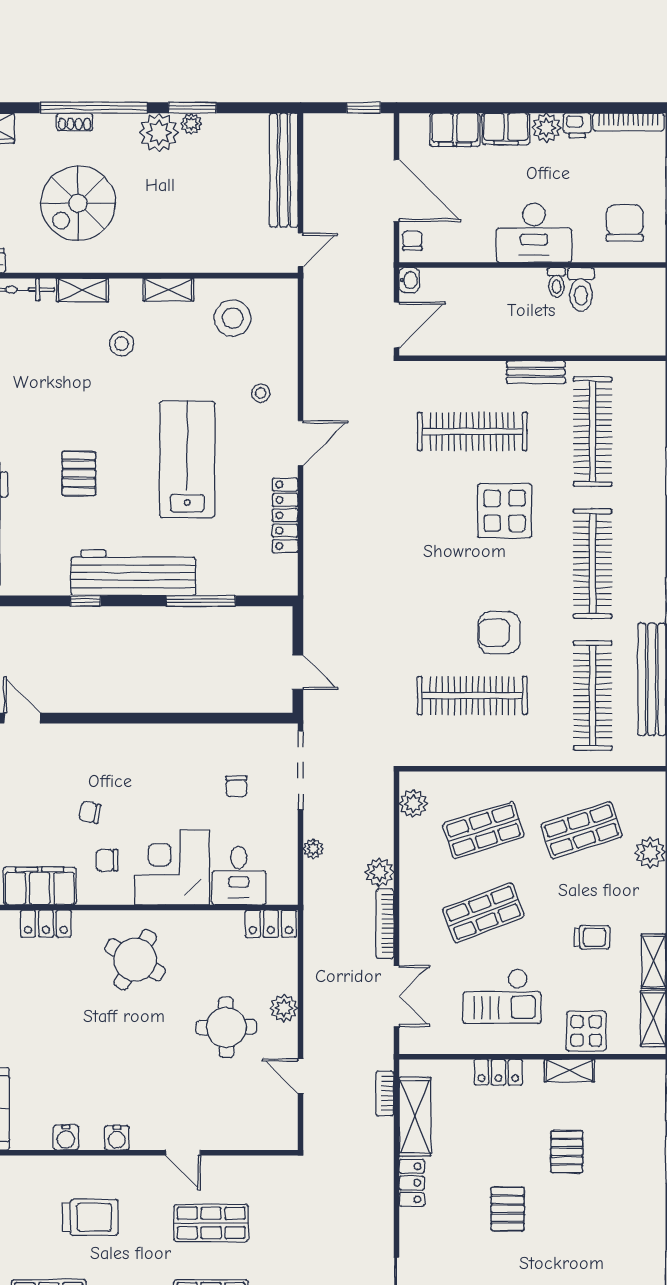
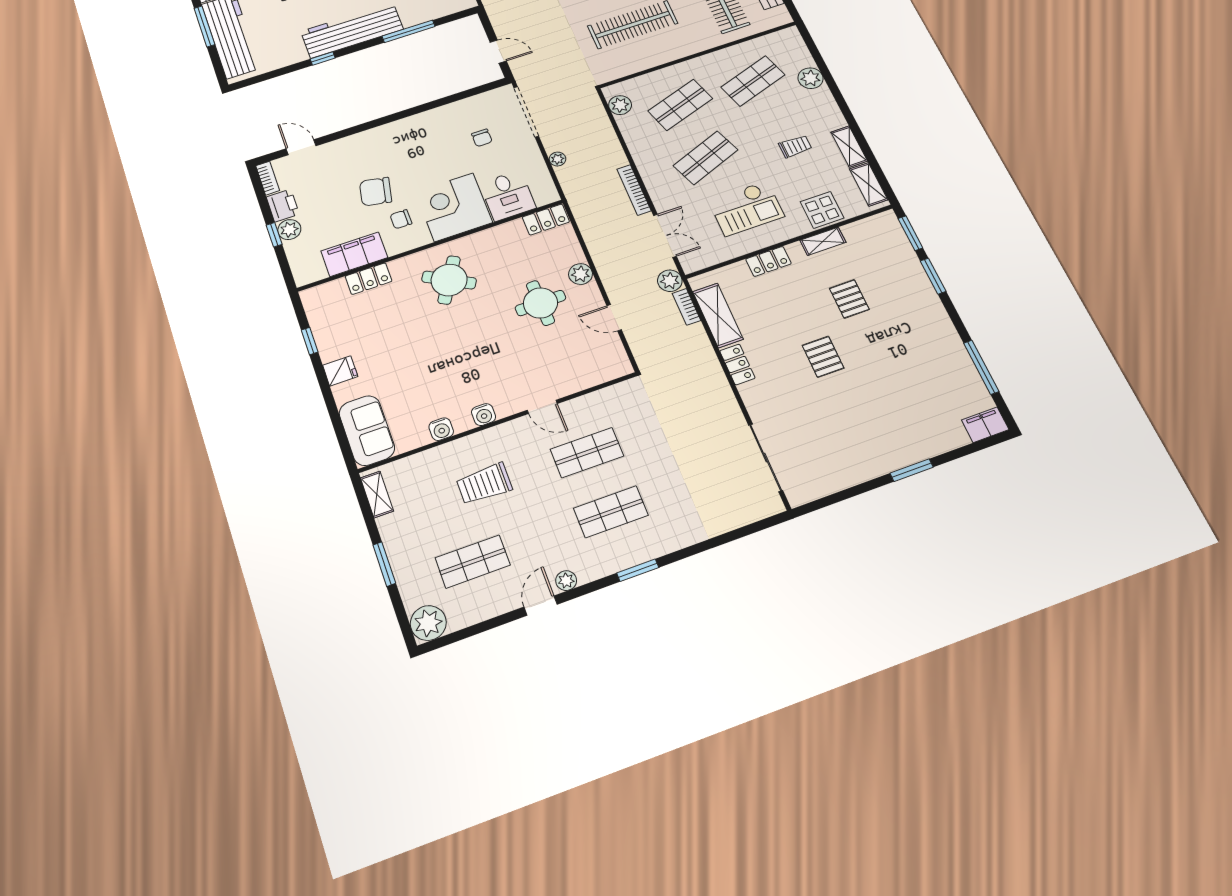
chair: (90, 812) -> (376, 192), width x1.87, depth x1.87
plant: (379, 872) -> (670, 281), moved
trolley: (90, 1217) -> (484, 484), turned 180

